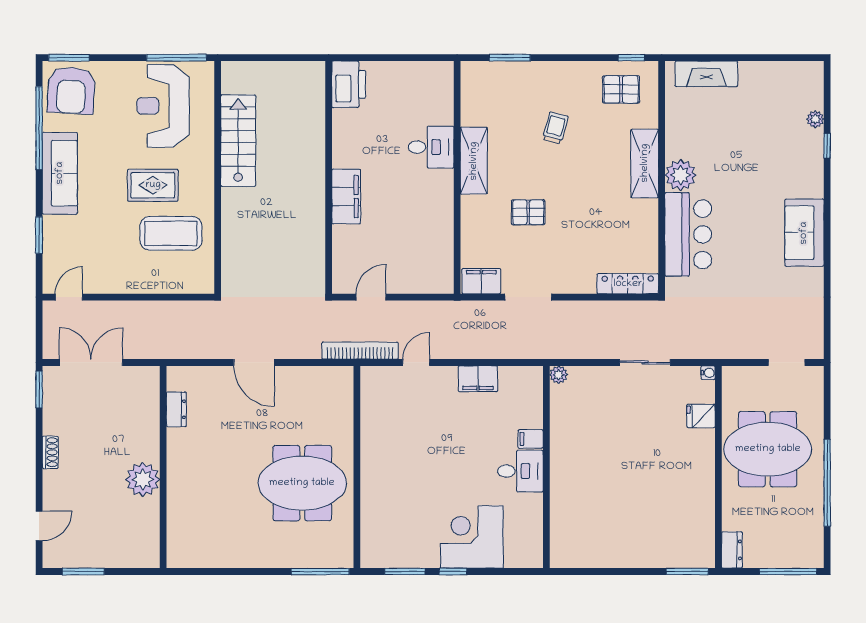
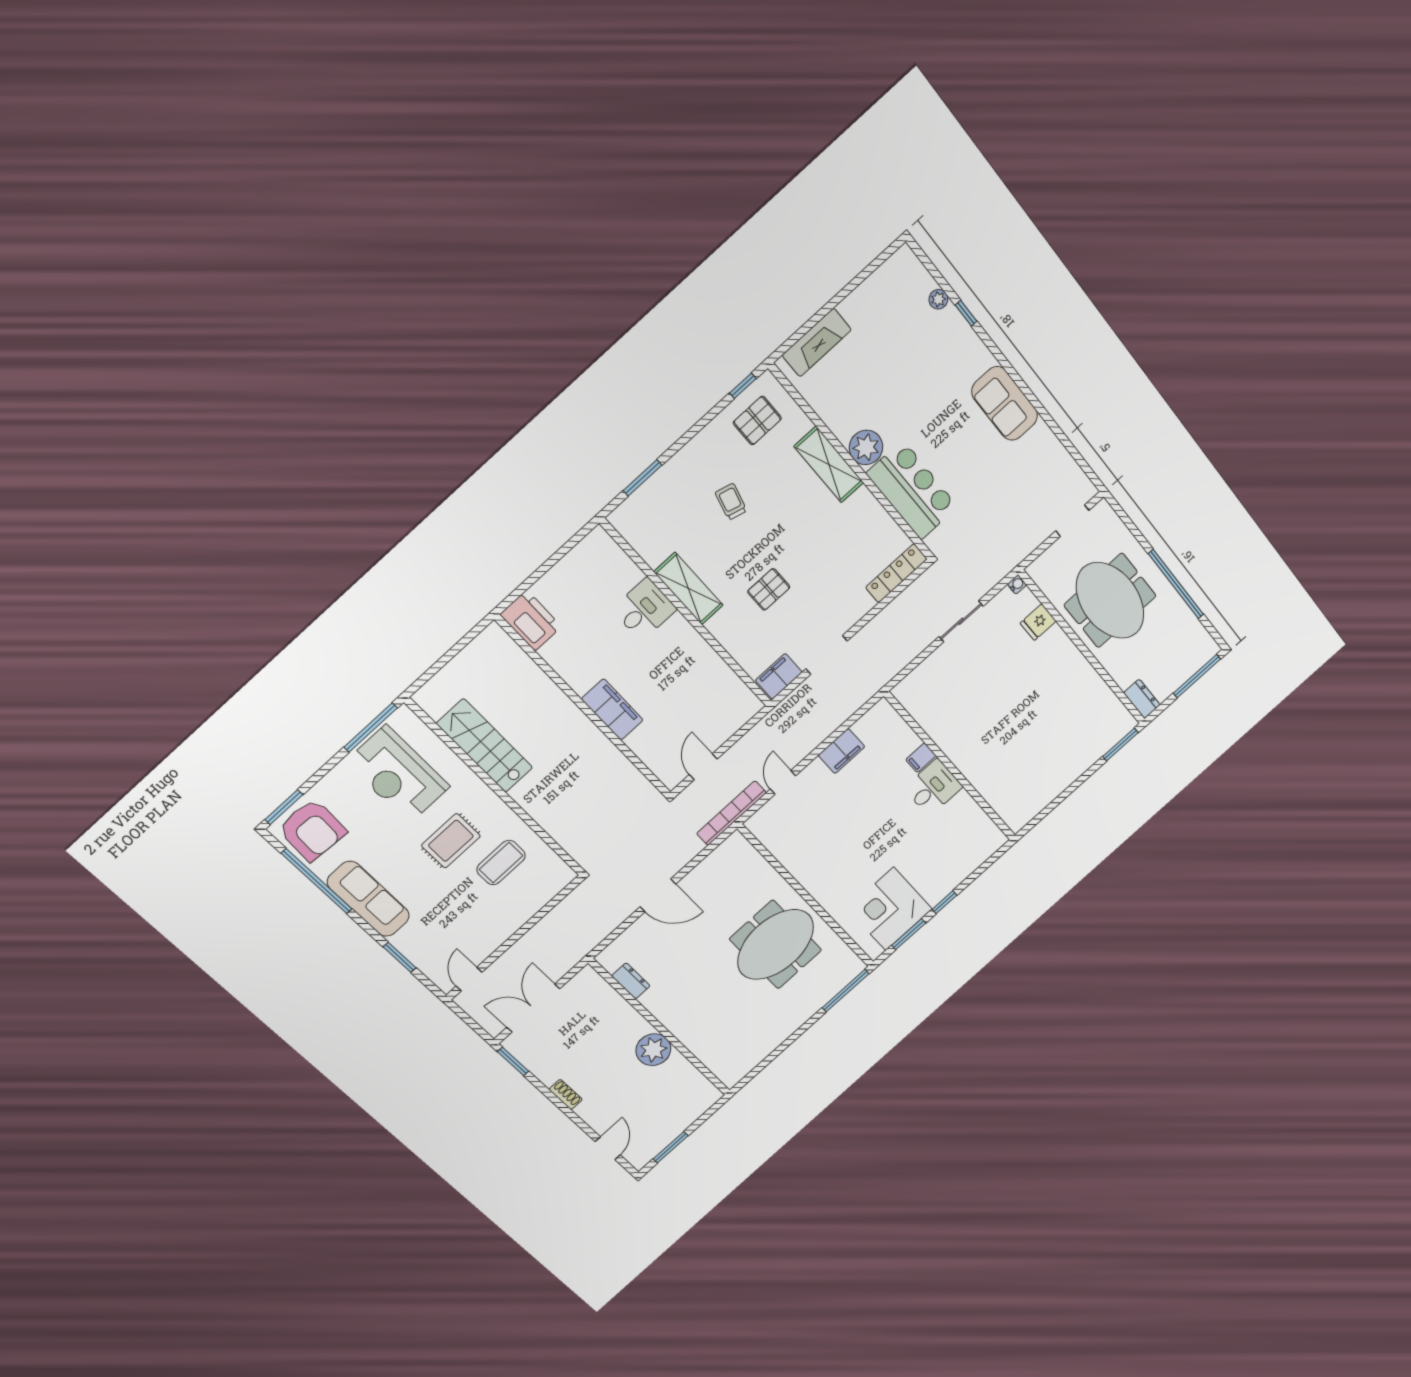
coffee table: (171, 233) -> (501, 863), width x0.73, depth x0.76
plant: (559, 375) -> (901, 691), removed
meeting table: (768, 449) -> (1110, 600), turned 90
corner desk: (472, 537) -> (890, 909), moved

